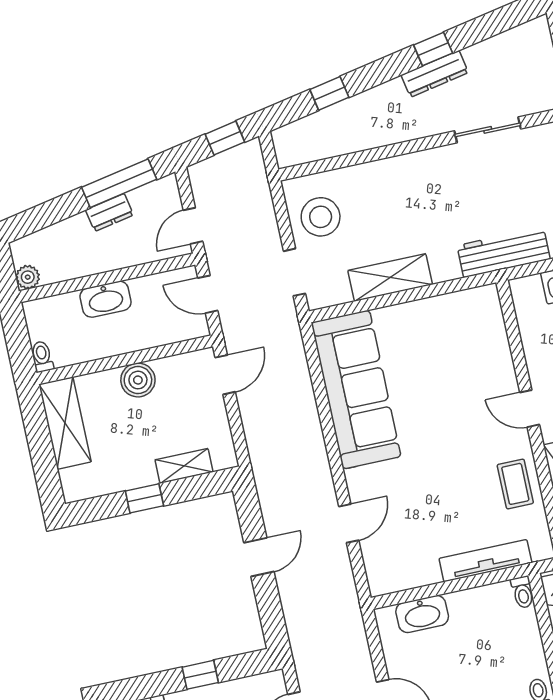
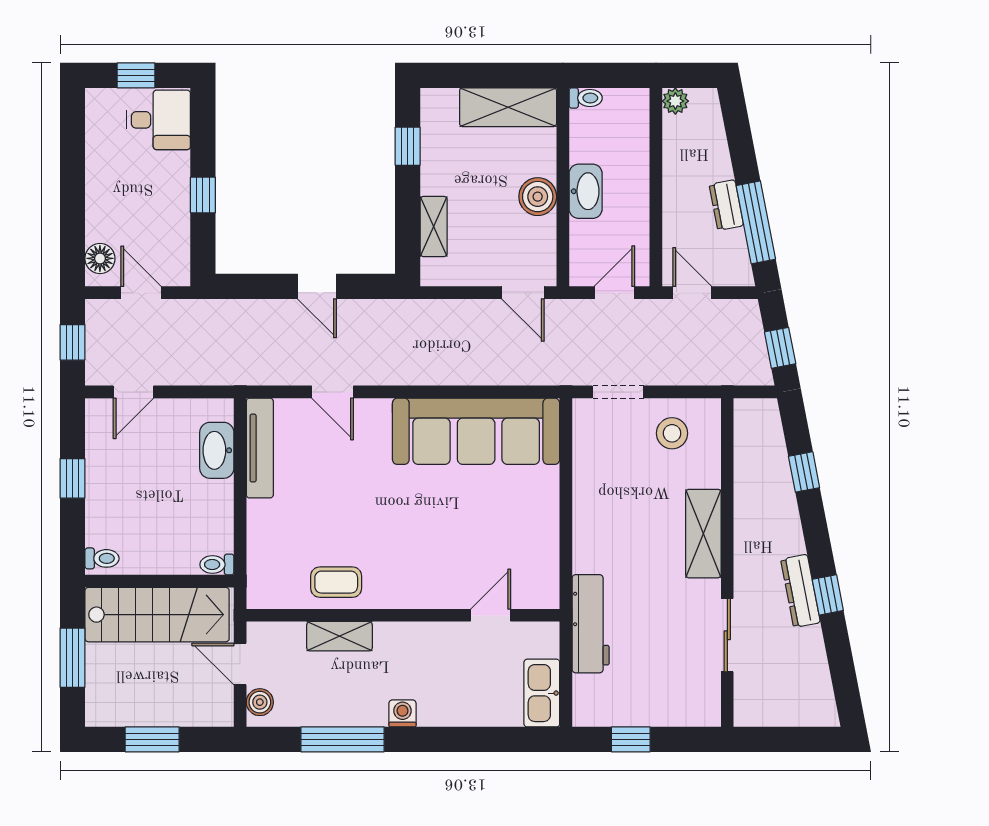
stool: (321, 217) -> (672, 433), width x0.73, depth x0.73
shelving: (390, 277) -> (703, 534), moved
washbasin: (106, 299) -> (586, 191), moved, turned 180
door: (530, 409) -> (491, 615), moved
window: (144, 498) -> (408, 146), moved
tv unit: (485, 561) -> (260, 448), moved

